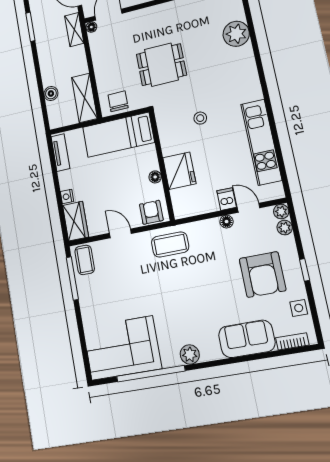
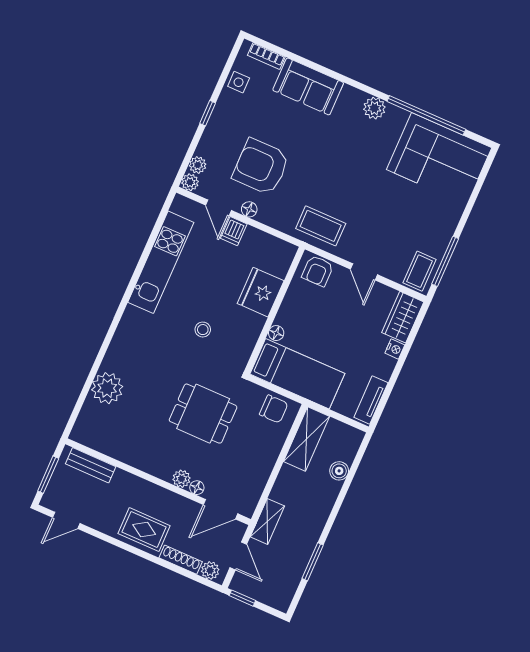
plant: (146, 14) -> (181, 479), added
floor lamp: (91, 27) -> (197, 488), moved
chair: (118, 101) -> (274, 409), turned -90
floor lamp: (155, 177) -> (276, 333), moved
armchair: (262, 275) -> (261, 167), moved, turned -90

